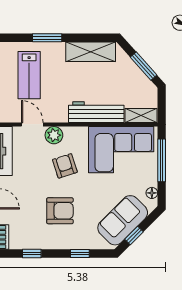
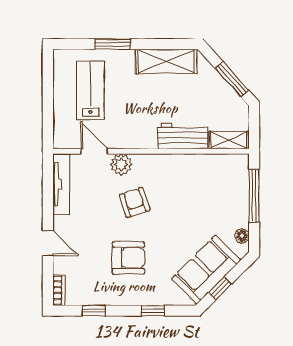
lab bench: (29, 75) -> (90, 90), turned 180
workbench: (96, 112) -> (183, 136), width x0.73
corner sofa: (121, 150) -> (204, 182), removed

